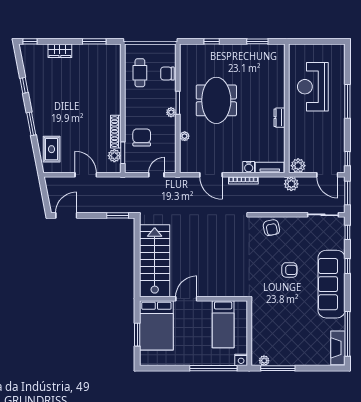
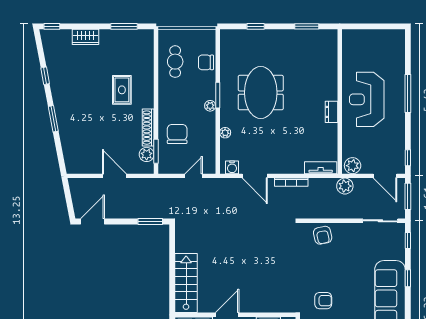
reception desk: (313, 87) -> (367, 99), moved
rug: (52, 149) -> (122, 90), moved
water cooler: (249, 167) -> (232, 167), moved
stairs: (155, 261) -> (186, 283), width x0.73, depth x0.66
armchair: (289, 270) -> (323, 301), moved

